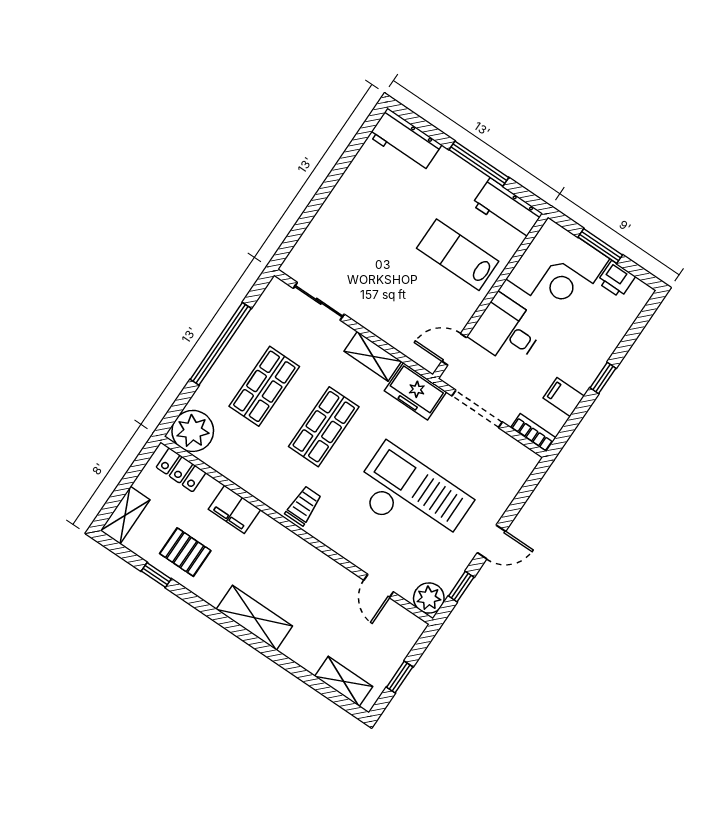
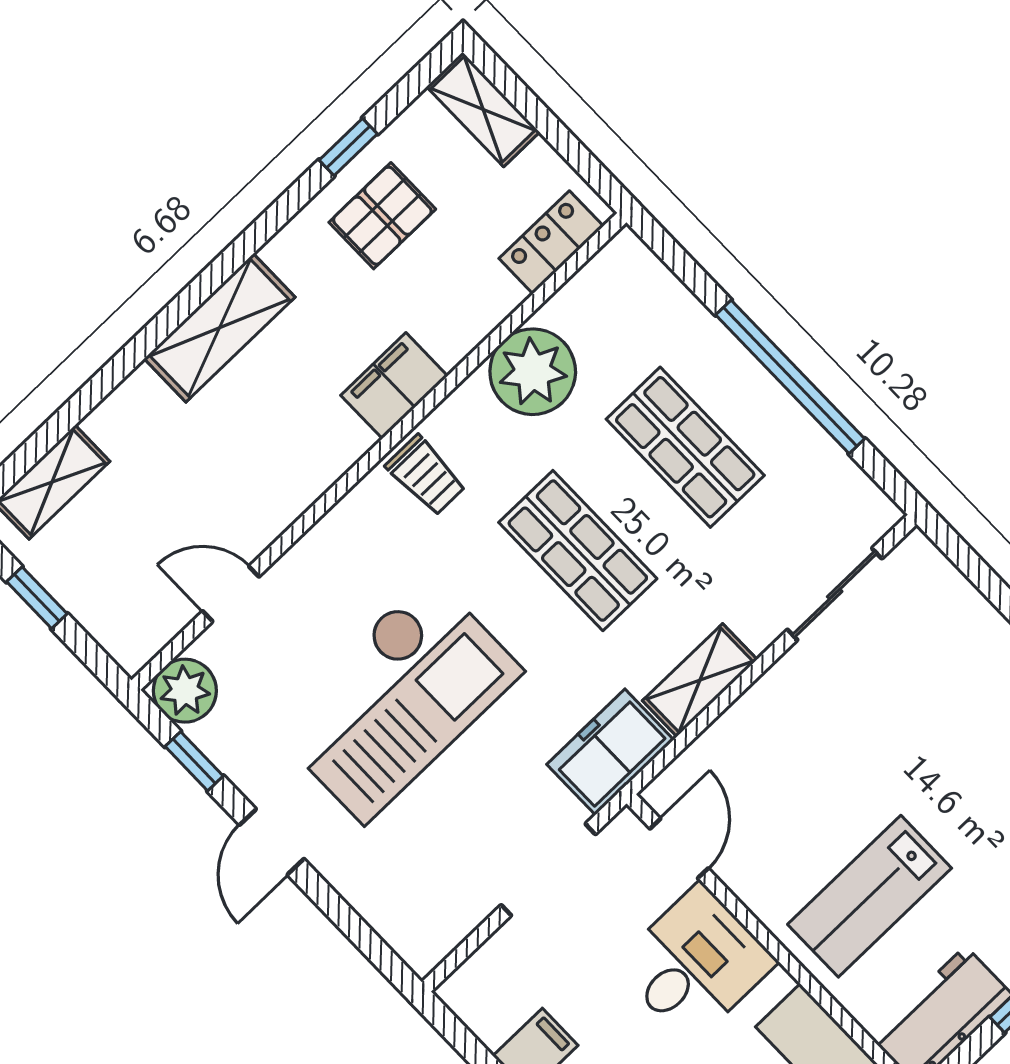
lab bench: (458, 255) -> (870, 896), turned 180
plant: (193, 431) -> (533, 372), moved
bookcase: (533, 433) -> (476, 973), removed
filing cabinet: (235, 509) -> (394, 386), moved

